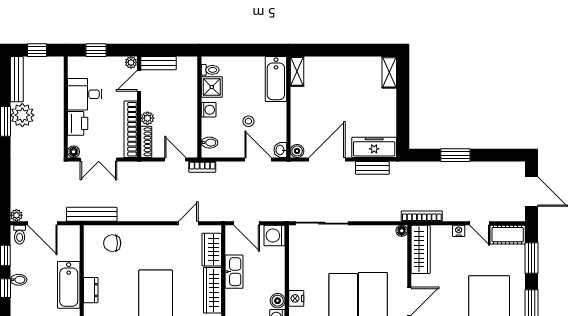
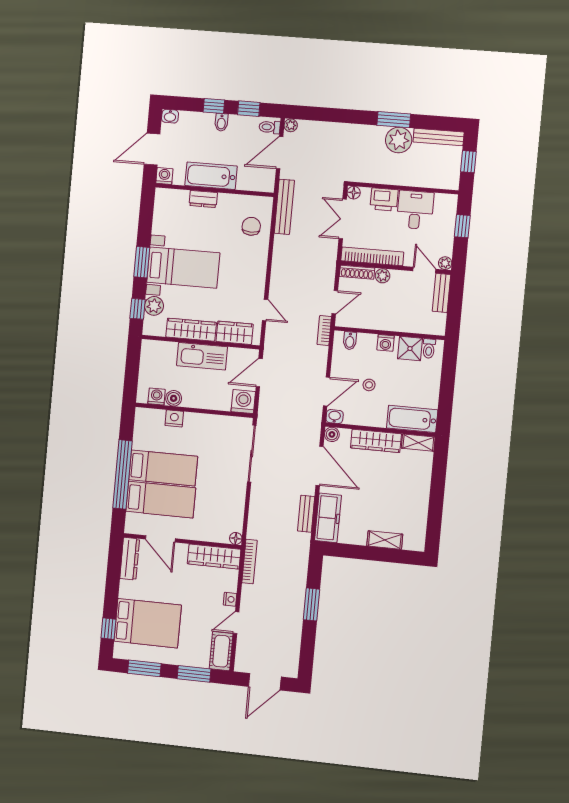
shelving: (389, 72) -> (385, 540), moved
wardrobe: (299, 110) -> (376, 441), added
kitchen sink: (234, 272) -> (202, 356), width x1.36, depth x1.24

